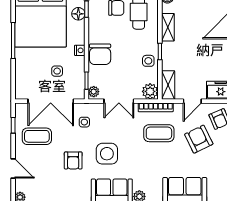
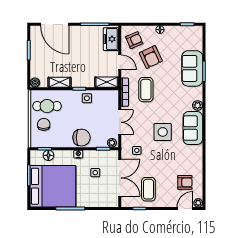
plant: (150, 91) -> (112, 97), removed
armchair: (199, 139) -> (151, 57), turned -89
armchair: (73, 160) -> (185, 182), moved
door: (13, 169) -> (185, 209), moved

